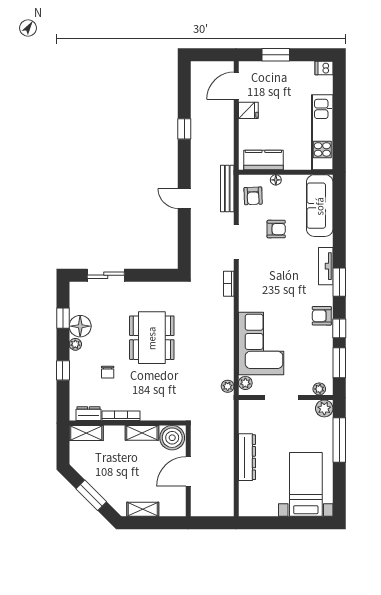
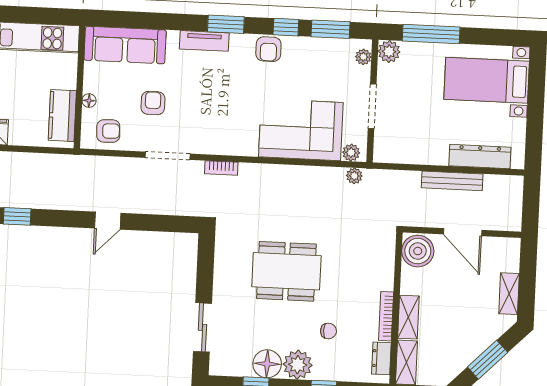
bench: (227, 189) -> (452, 181), moved
plant: (75, 344) -> (298, 365), width x1.88, depth x1.88
shelving: (142, 433) -> (408, 317), moved
dresser: (247, 457) -> (480, 156), moved

